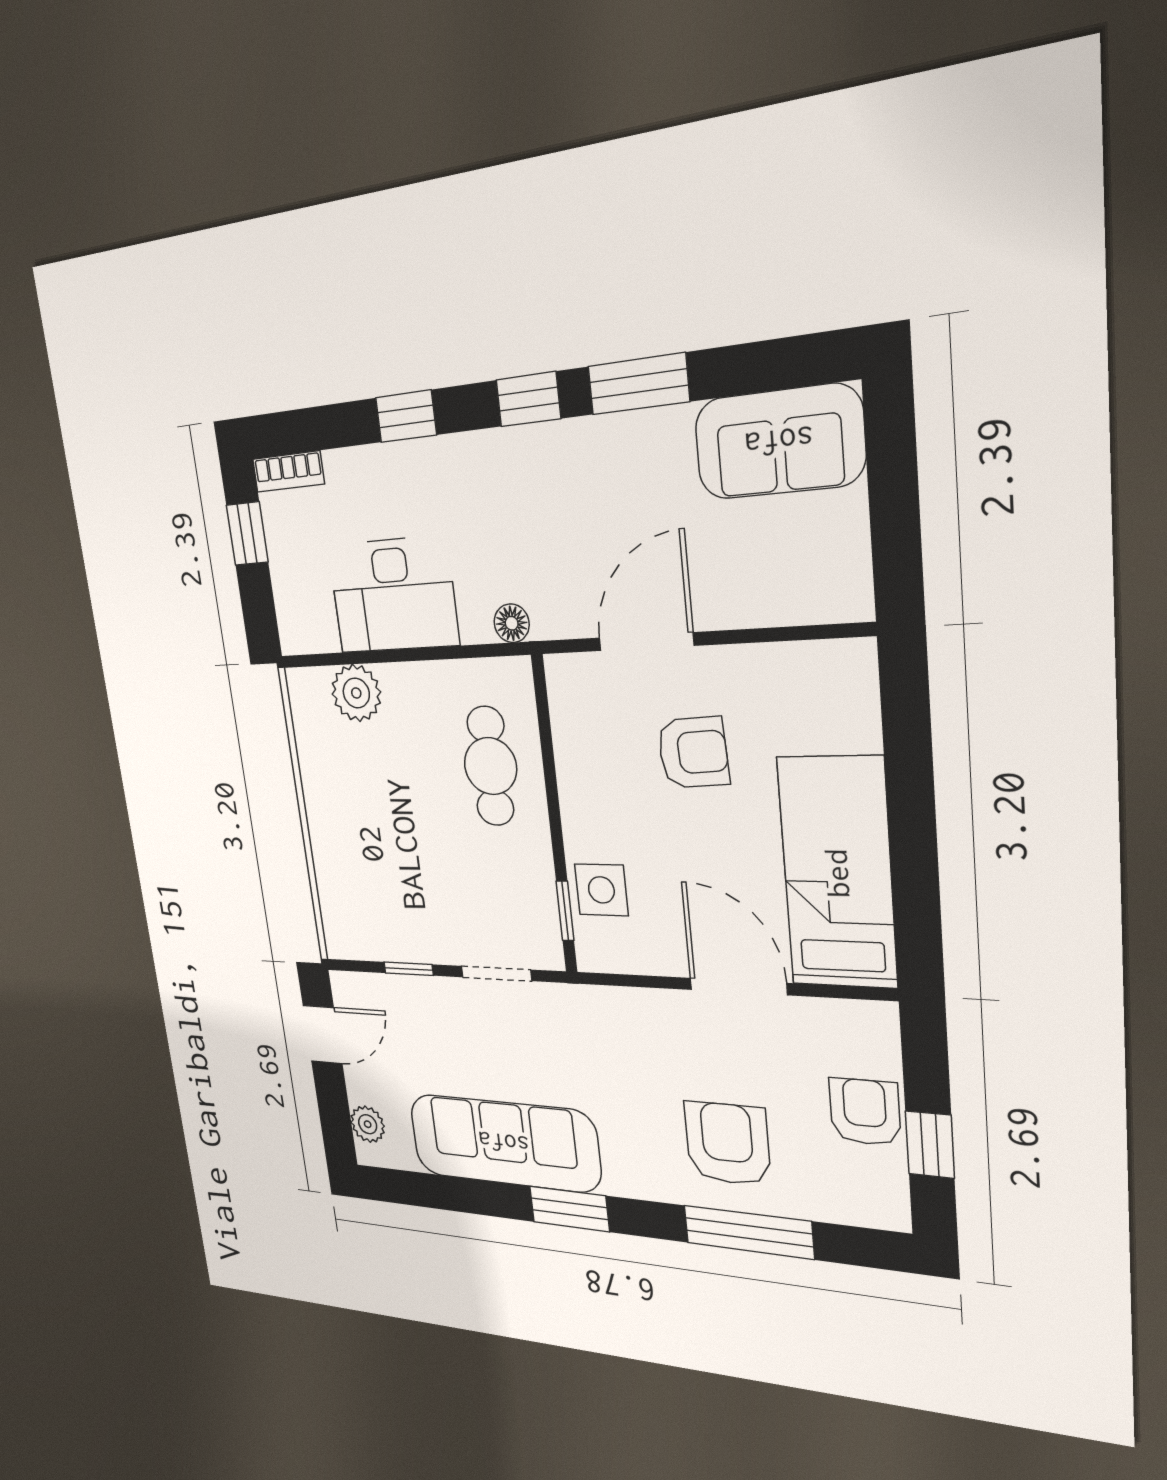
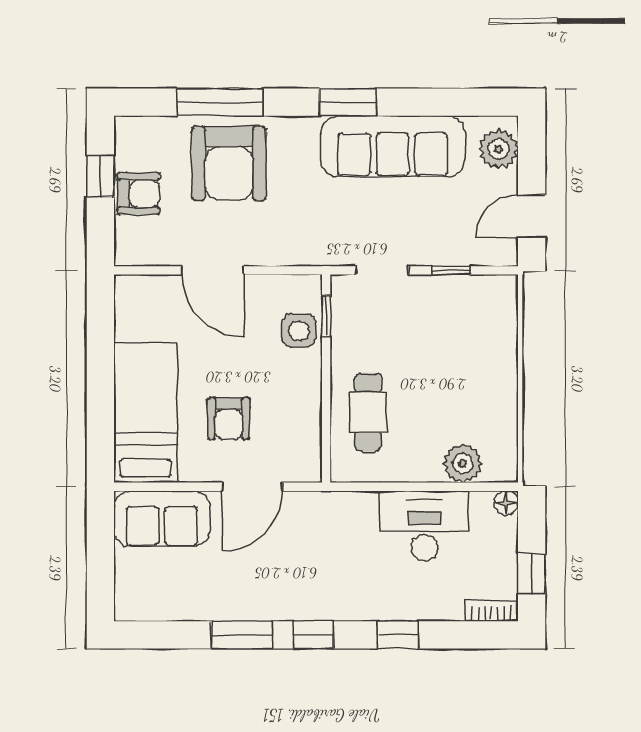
sofa: (779, 442) -> (162, 519), moved, turned 180
floor lamp: (512, 623) -> (506, 503), moved
armchair: (693, 753) -> (229, 419), turned -87
bed: (837, 873) -> (145, 412), moved, turned 180
armchair: (865, 1112) -> (139, 194), turned -90
plant: (368, 1124) -> (498, 149), width x1.38, depth x1.38
armchair: (727, 1144) -> (229, 163), width x1.36, depth x1.36

